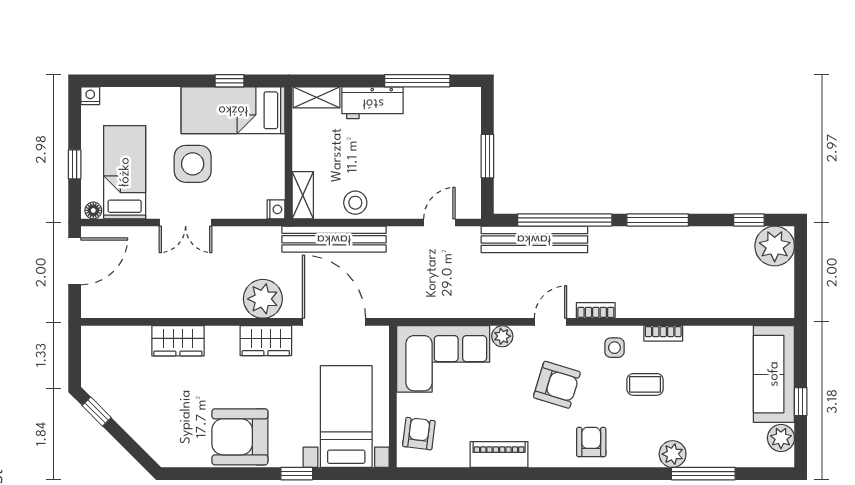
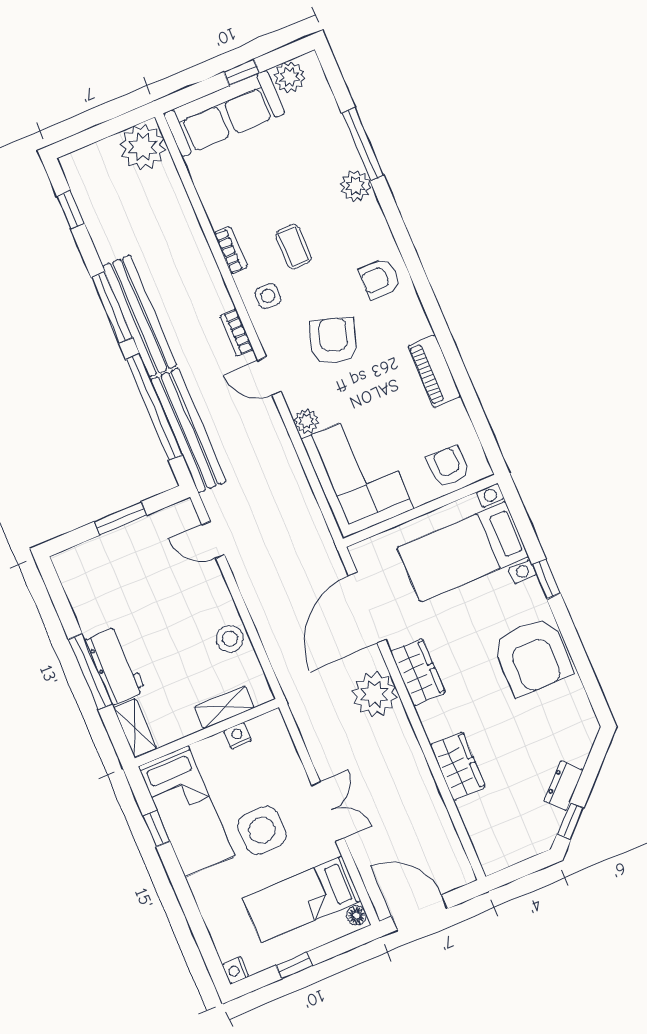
window: (417, 81) -> (90, 671), moved
window: (75, 164) -> (294, 965), moved
shelving: (303, 195) -> (224, 707), moved
nightstand: (276, 209) -> (237, 736), moved
bench: (334, 239) -> (140, 316), moved
plant: (775, 246) -> (143, 147), moved
dresser: (127, 418) -> (564, 786), added
armchair: (419, 434) -> (448, 466), turned 83

